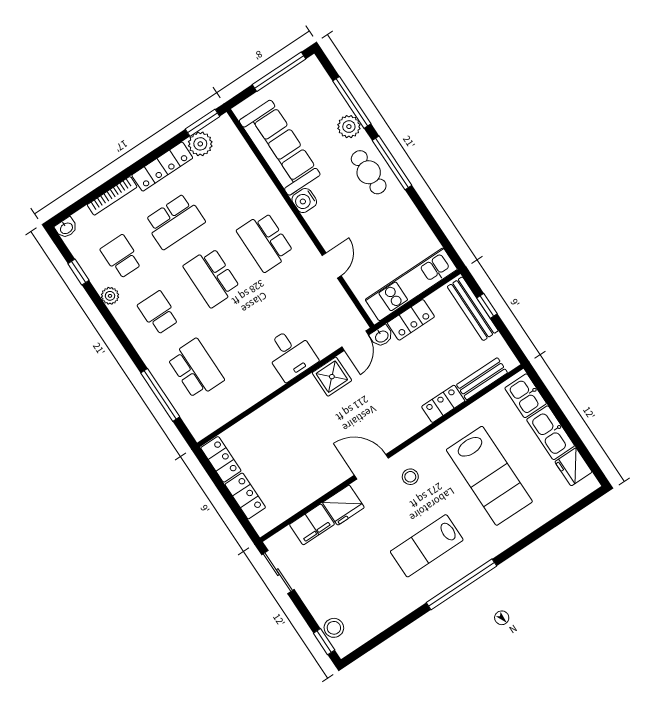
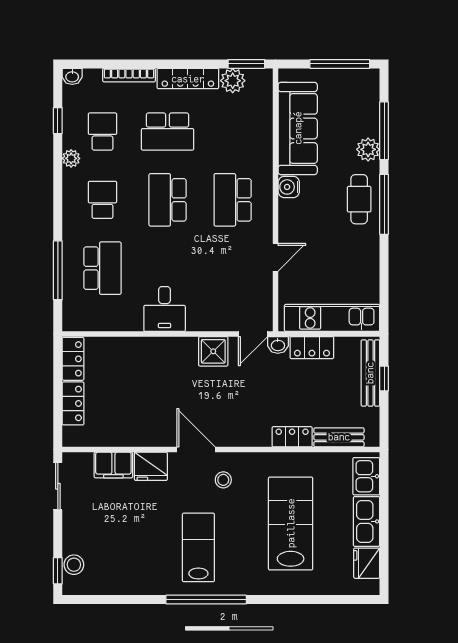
desk: (291, 354) -> (165, 309), moved
lab bench: (489, 476) -> (291, 523), turned 180
lab bench: (427, 546) -> (198, 547), turned 90

